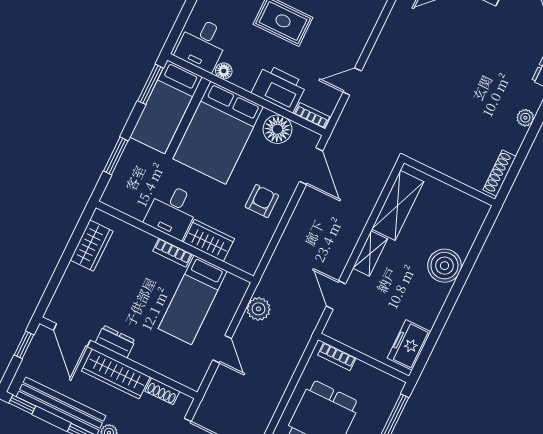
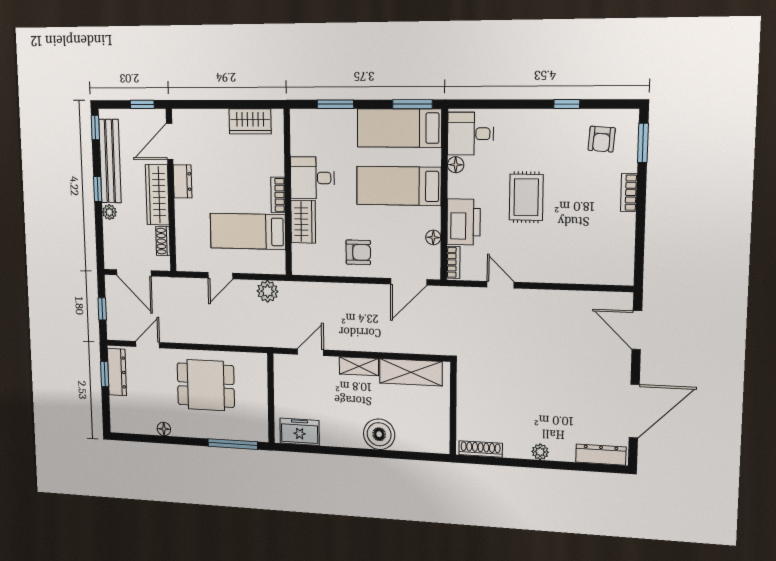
floor lamp: (277, 129) -> (433, 237), width x0.53, depth x0.53
bed: (218, 133) -> (399, 186), width x0.67
bookcase: (337, 356) -> (261, 375), removed

